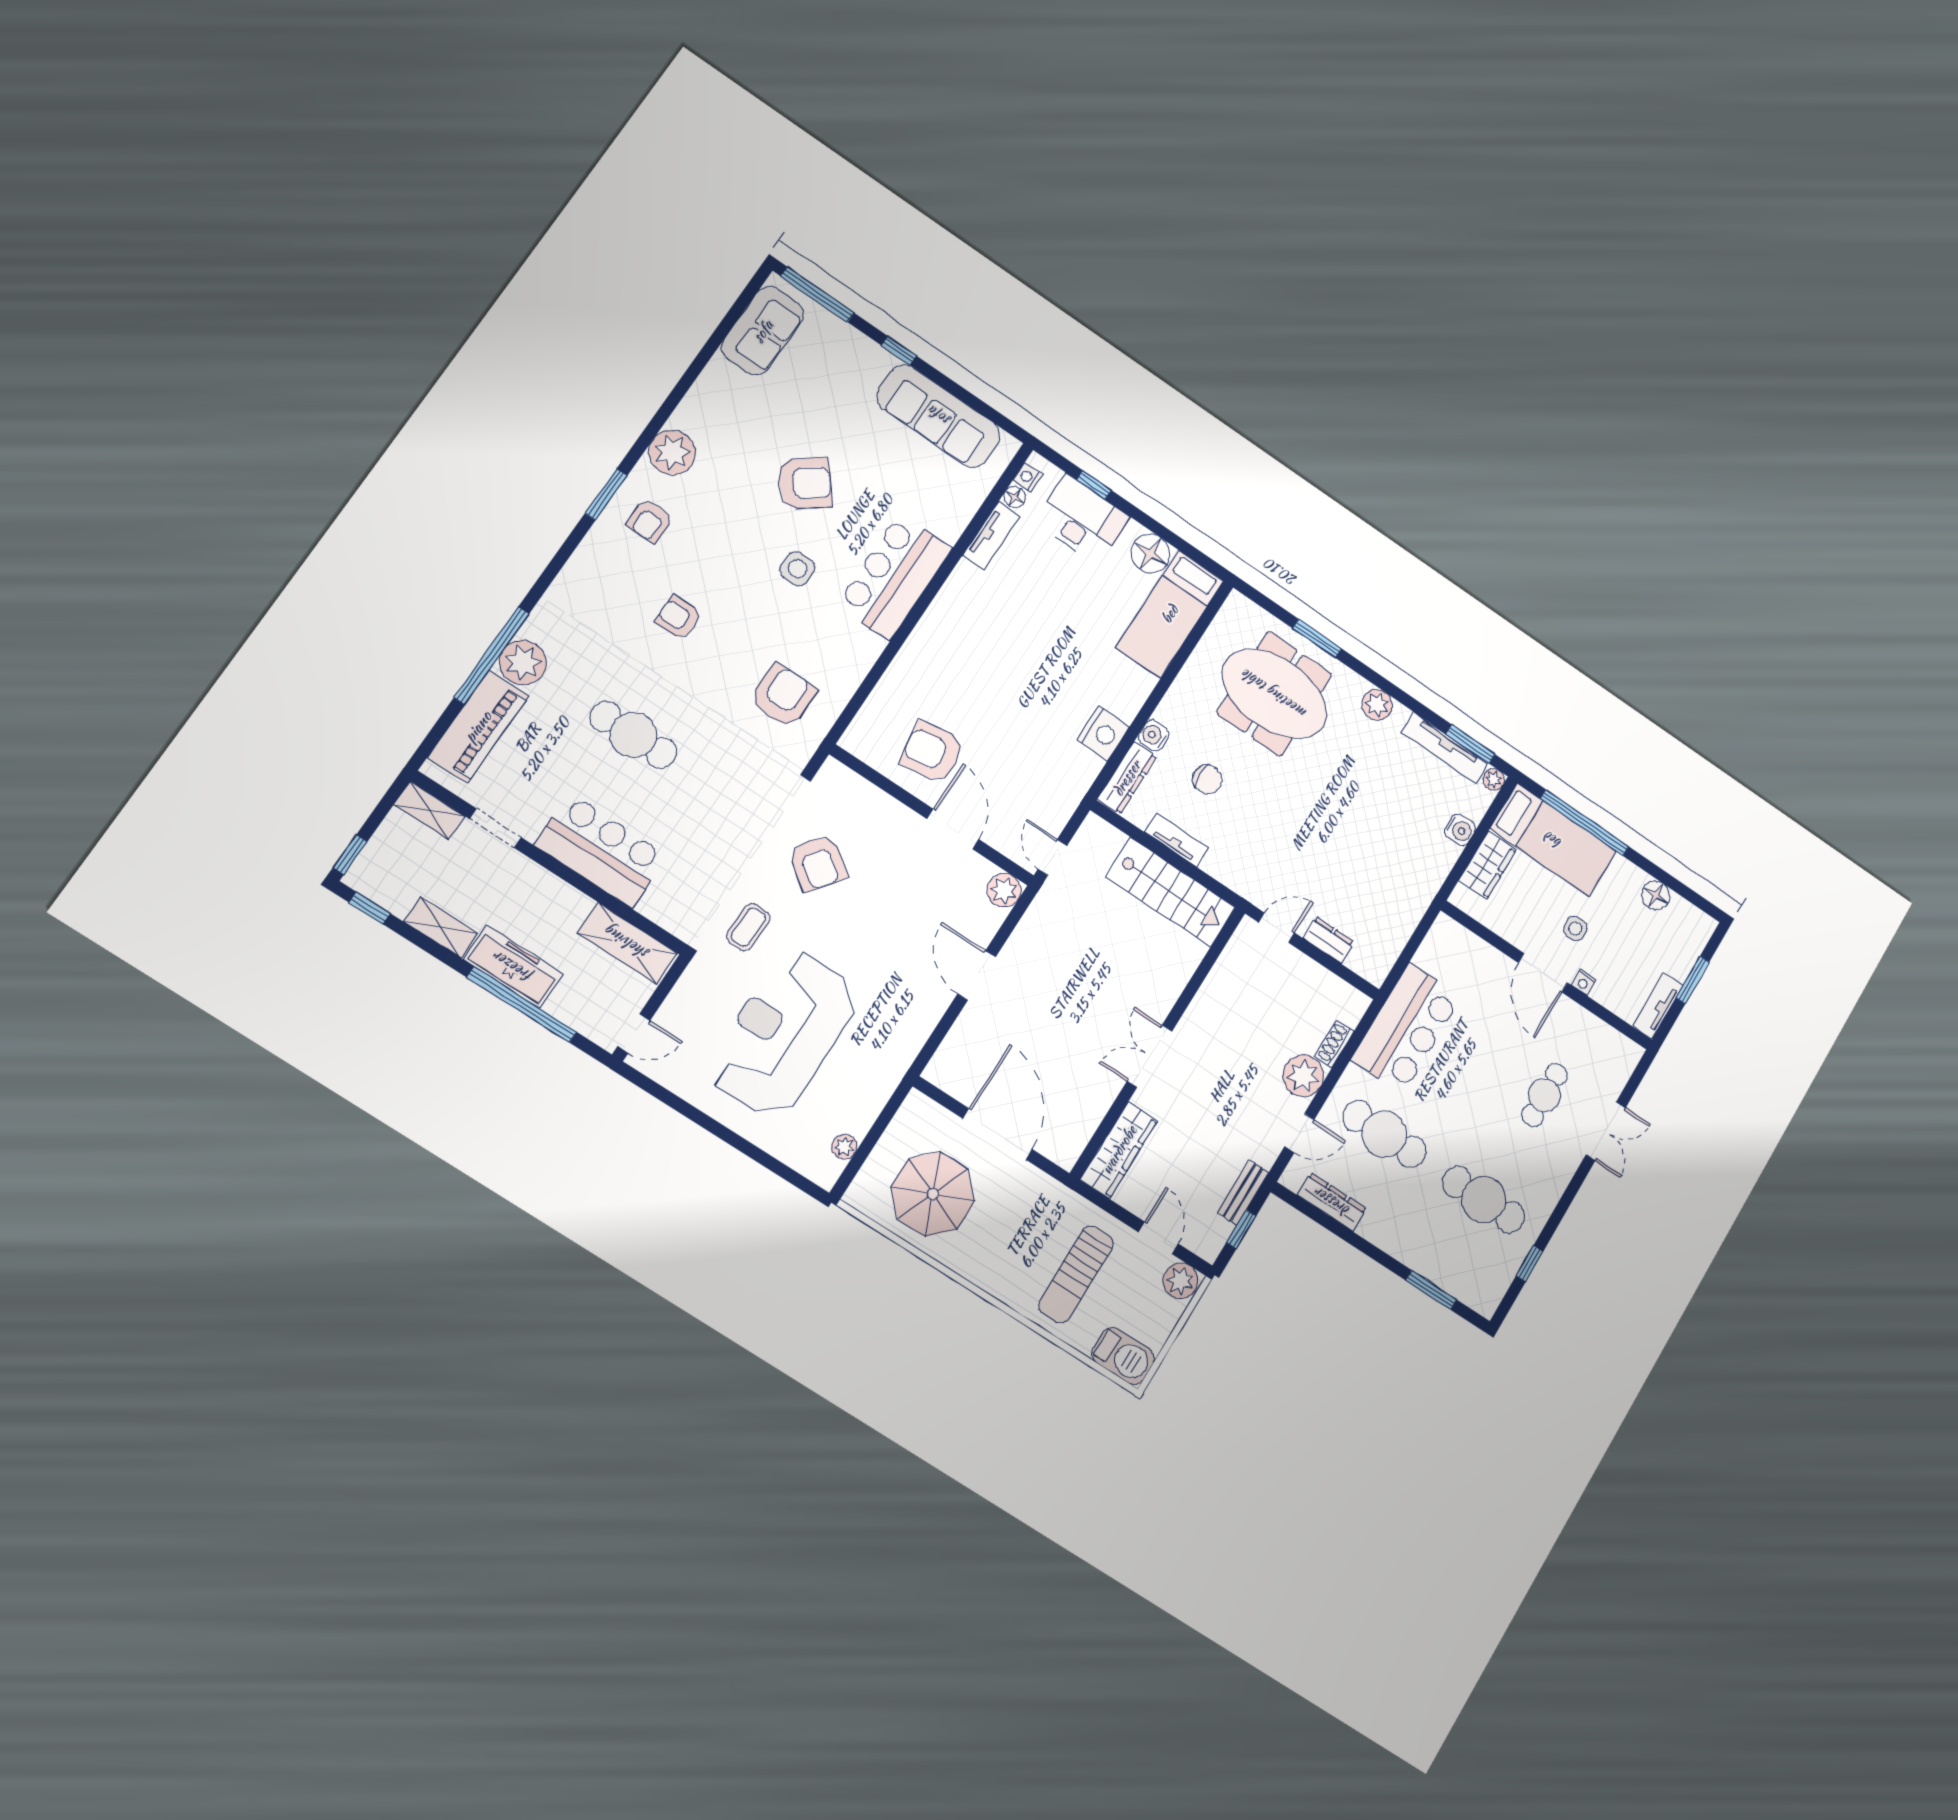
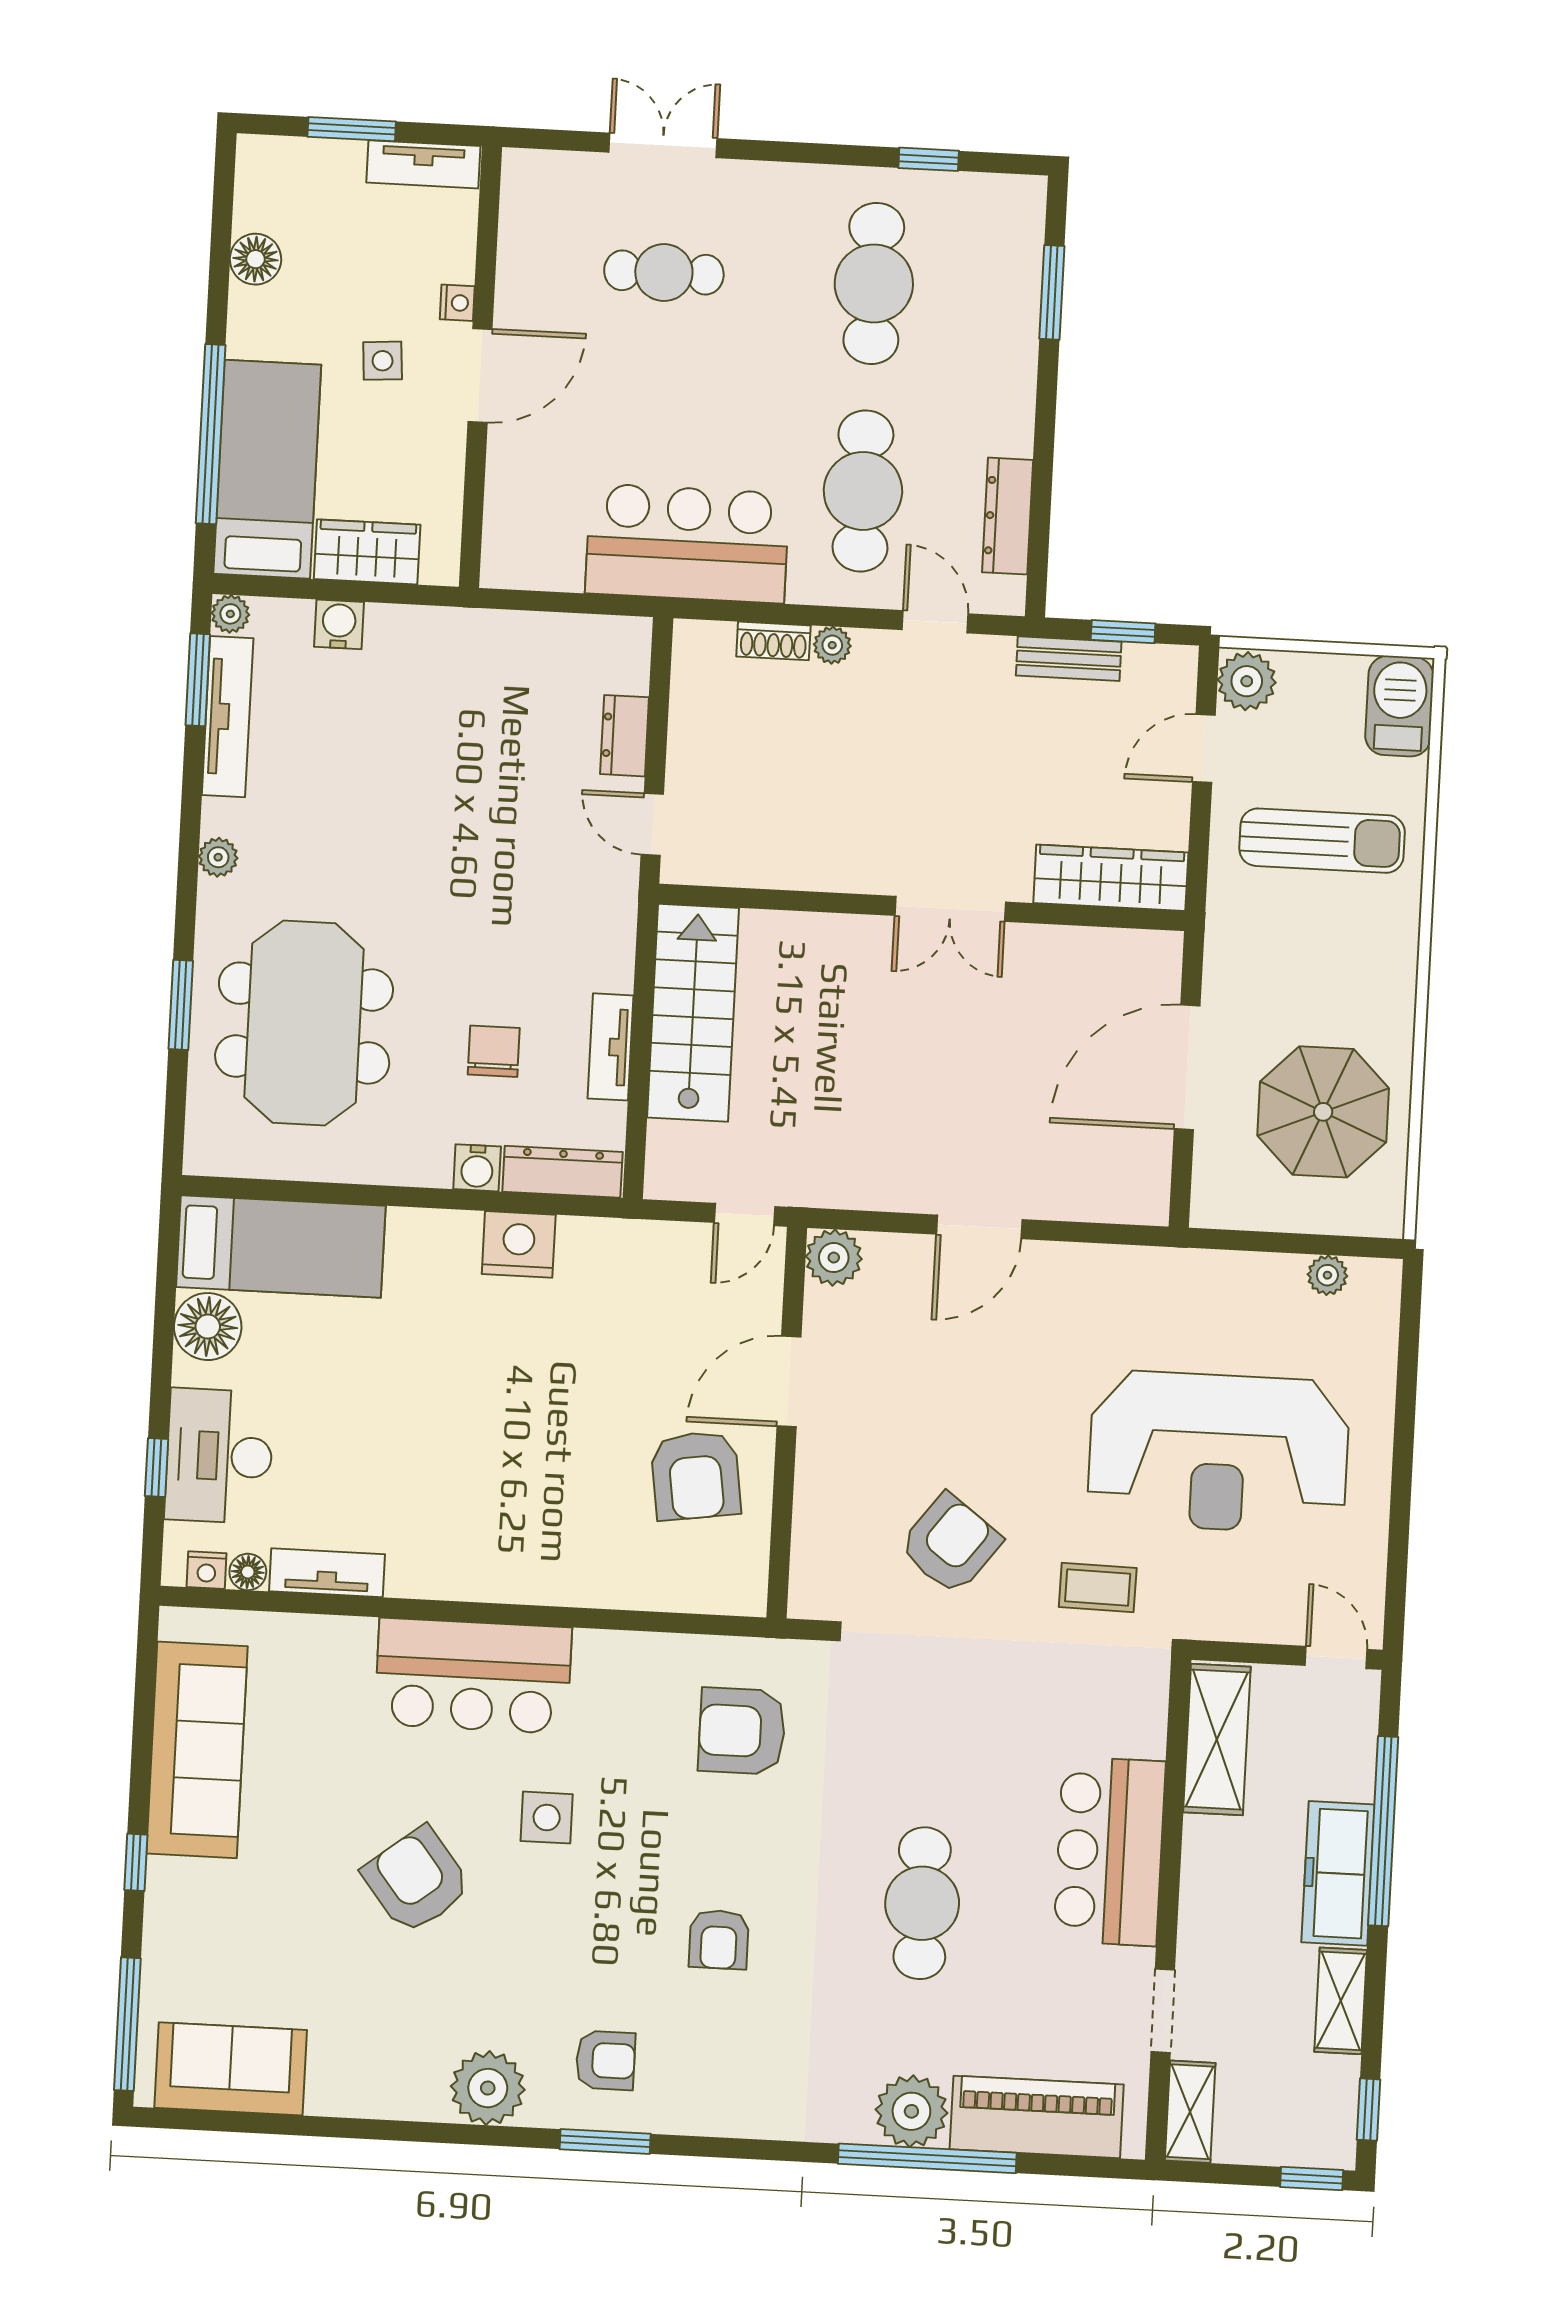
plant: (1377, 705) -> (218, 857), width x0.73, depth x0.73
plant: (1303, 1076) -> (832, 645), width x0.53, depth x0.53

